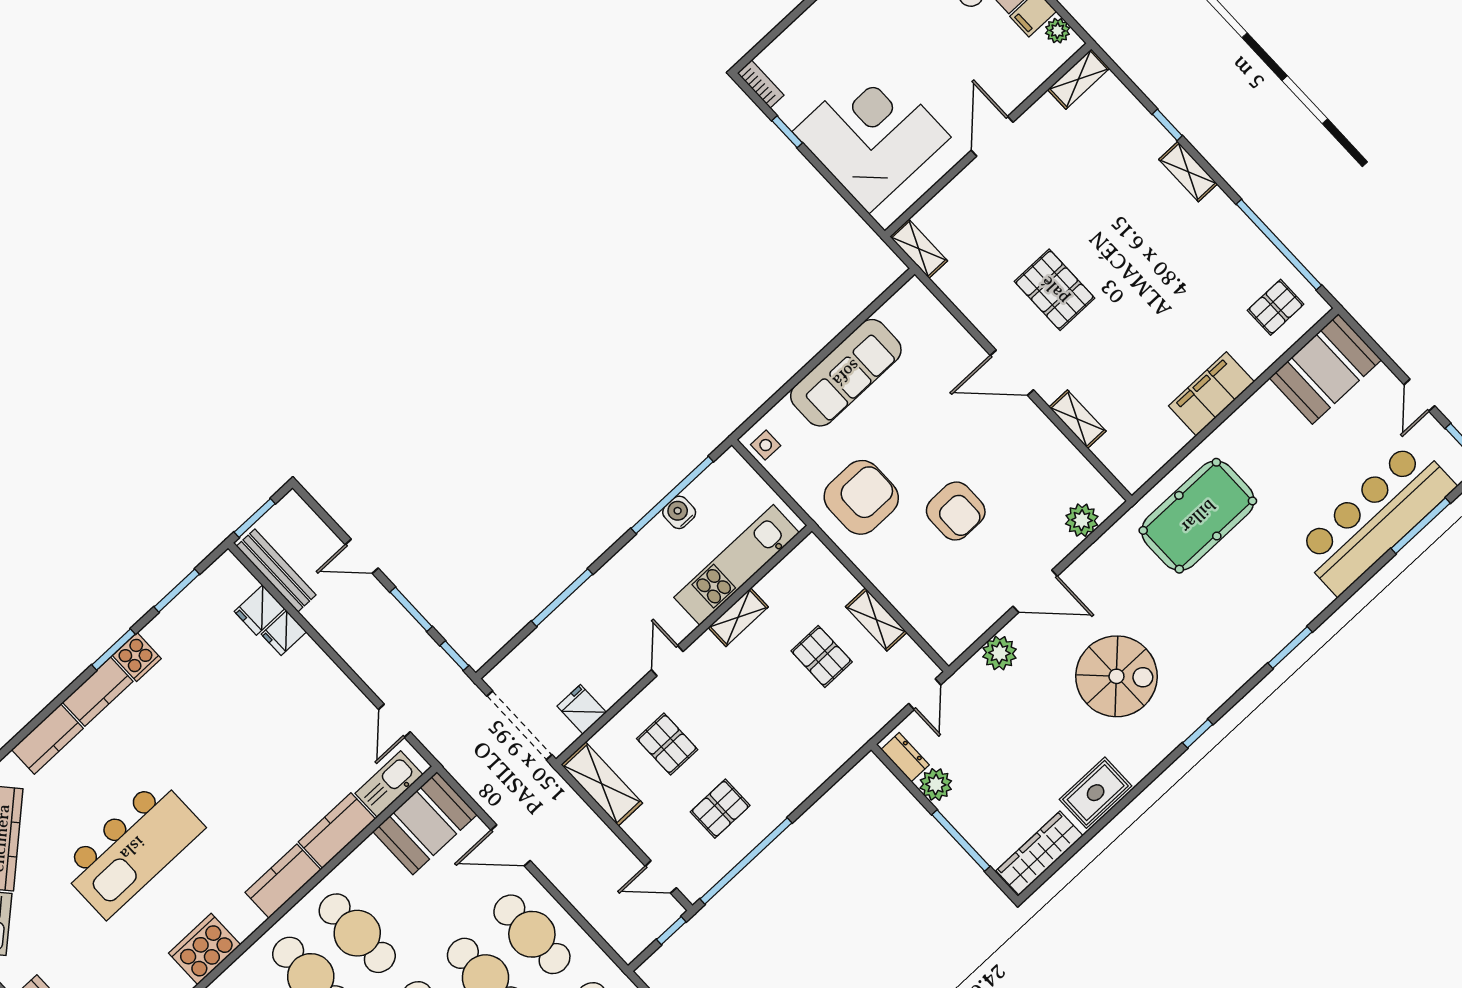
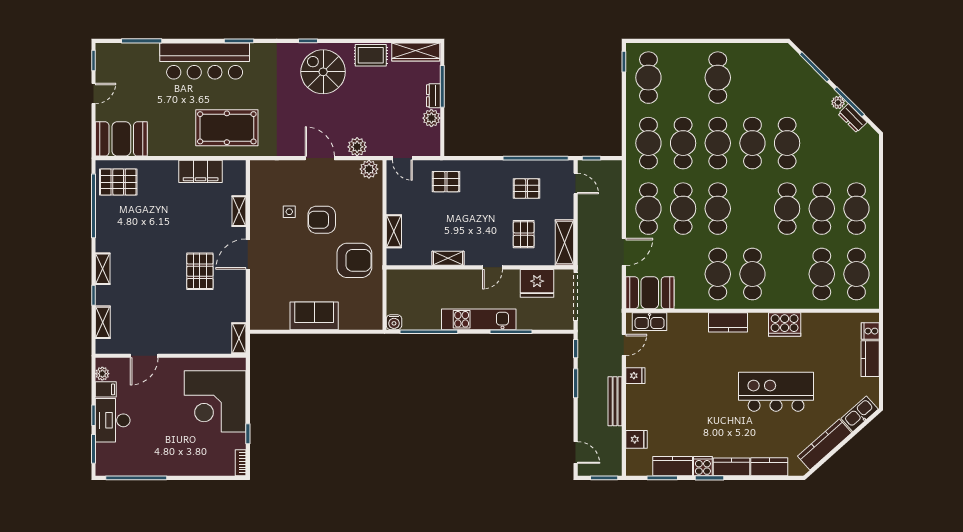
shelving: (1079, 79) -> (103, 322), moved, turned 90
door: (992, 136) -> (144, 356), moved
pallet: (1276, 307) -> (118, 182), width x1.50, depth x1.42
sofa: (846, 373) -> (314, 316), width x0.73
door: (1012, 373) -> (248, 254), swing flipped
filing cabinet: (1211, 394) -> (201, 171), moved
side table: (766, 445) -> (289, 212), moved
armchair: (861, 497) -> (354, 260), turned 180
armchair: (956, 511) -> (322, 220), turned -90
water cooler: (679, 512) -> (394, 322), moved
bar counter: (1375, 518) -> (205, 61), moved
plant: (1082, 520) -> (369, 169), moved
door: (362, 556) -> (576, 453), moved
kitchen unit: (737, 565) -> (479, 319), moved, turned 180
bench: (276, 570) -> (615, 401), moved
shelving: (876, 619) -> (394, 231), moved
fridge: (284, 633) -> (635, 376), moved
pallet: (822, 656) -> (446, 182), moved, turned 90
spiral stairs: (1116, 676) -> (323, 72), moved
door: (925, 694) -> (402, 158), swing flipped
fridge: (582, 709) -> (537, 283), width x1.88, depth x1.34
dresser: (905, 757) -> (434, 96), moved
kitchen counter: (337, 830) -> (673, 466), moved, turned 180
door: (511, 845) -> (624, 252), hinge flipped

